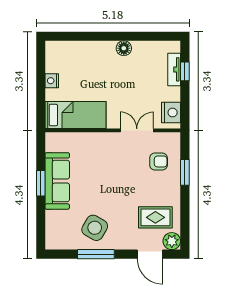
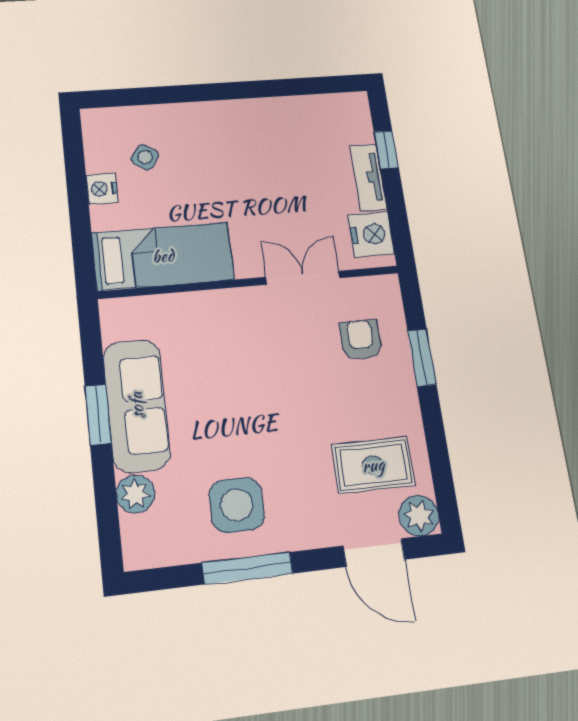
floor lamp: (124, 48) -> (251, 113), removed
side table: (72, 67) -> (145, 157), added
tv unit: (174, 69) -> (368, 177), moved
armchair: (159, 162) -> (361, 340), turned -90
plant: (53, 218) -> (135, 494), added
side table: (95, 228) -> (237, 505), turned -30

